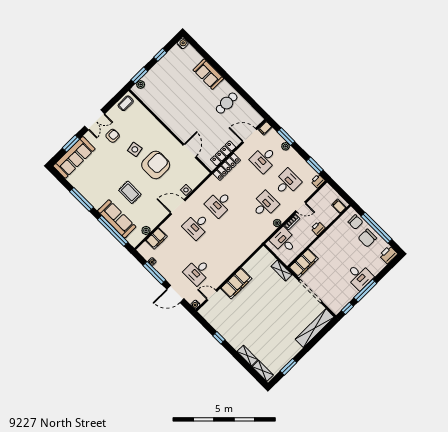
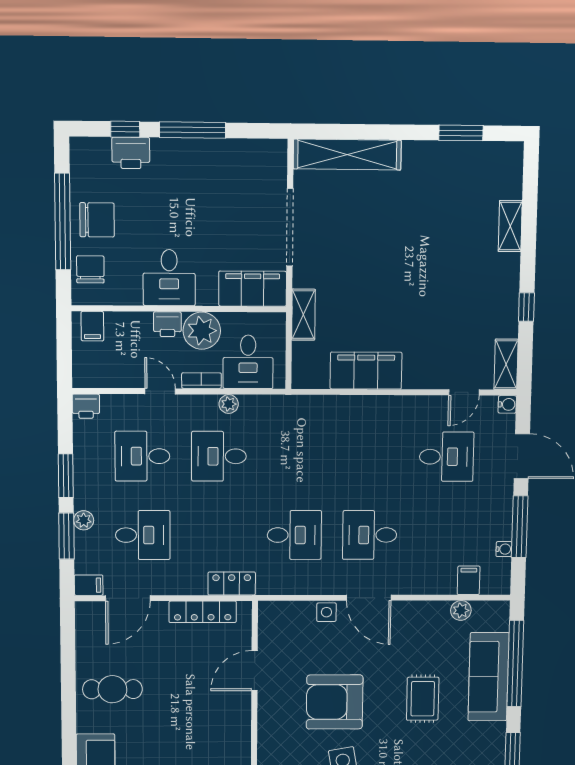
door: (249, 136) -> (128, 598), hinge flipped
window: (315, 166) -> (66, 476), moved
locker: (227, 167) -> (232, 584), width x0.66
desk: (197, 226) -> (370, 535), turned 180
plant: (306, 236) -> (202, 331), added
filing cabinet: (156, 238) -> (469, 580), width x0.50
printer: (388, 255) -> (131, 153), moved
desk: (359, 276) -> (169, 278), moved, turned 180
filing cabinet: (236, 283) -> (366, 371), moved
door: (212, 295) -> (464, 392), hinge flipped
window: (347, 308) -> (125, 129), moved
shelving: (263, 371) -> (506, 364), moved

